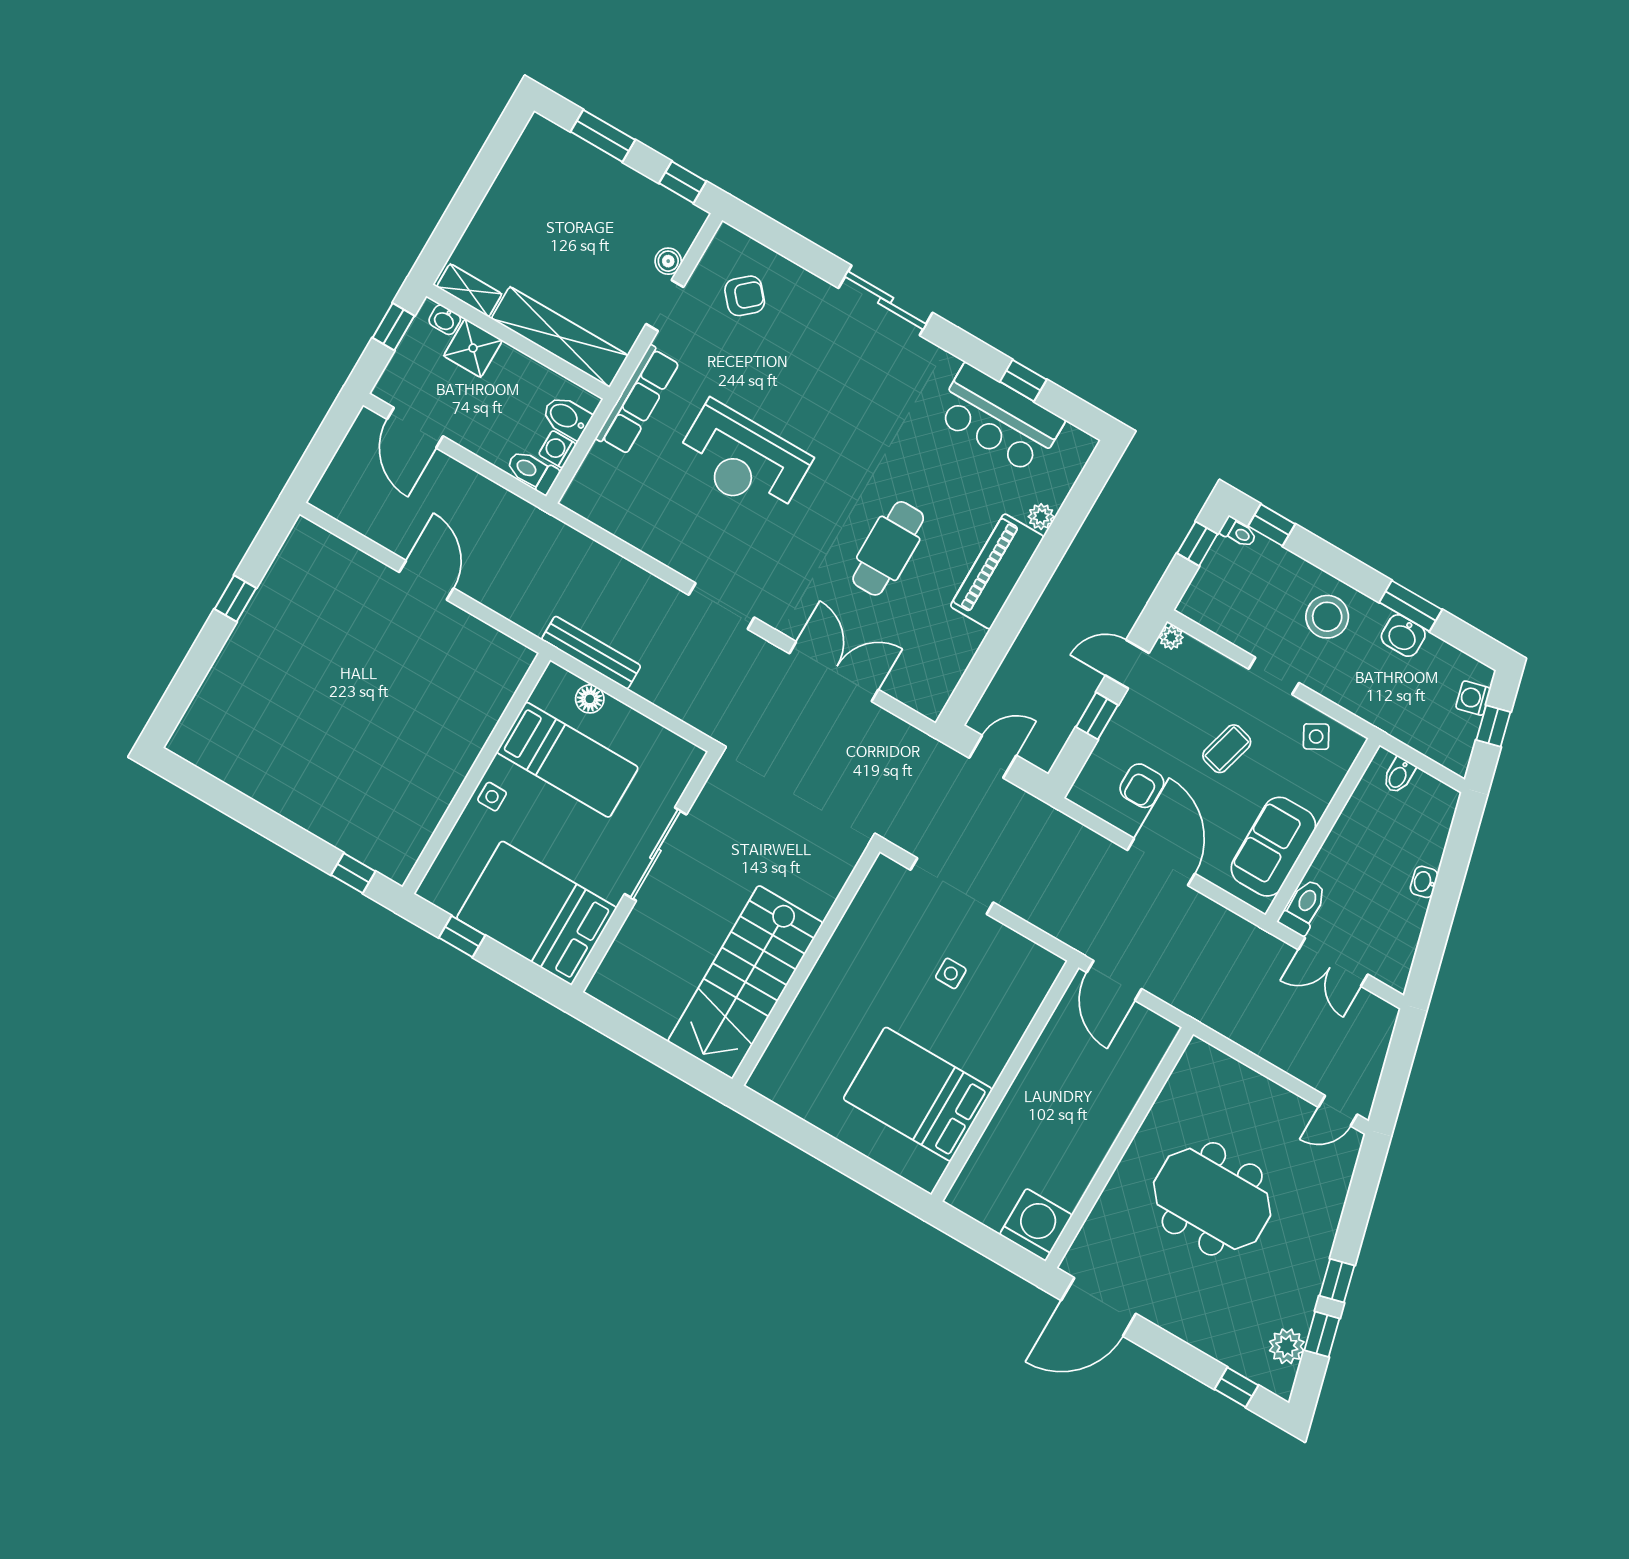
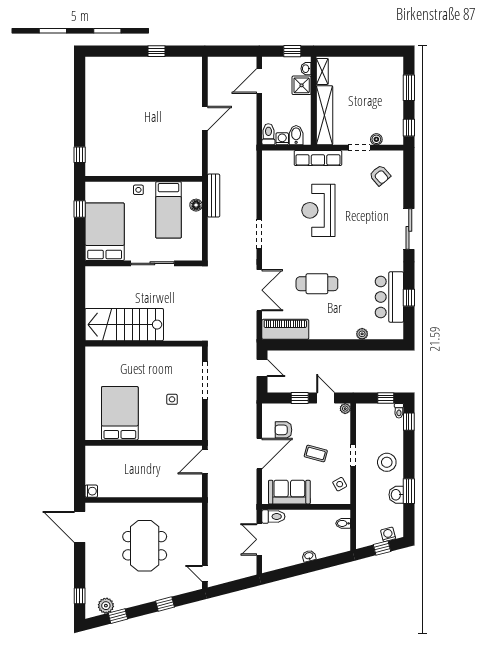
piano: (997, 571) -> (285, 329), moved
washing machine: (1036, 1225) -> (91, 491), width x0.53, depth x0.53
window: (1337, 1281) -> (165, 604), moved

